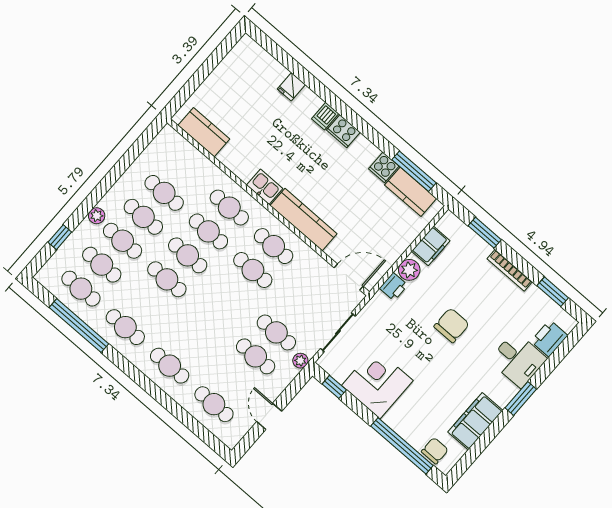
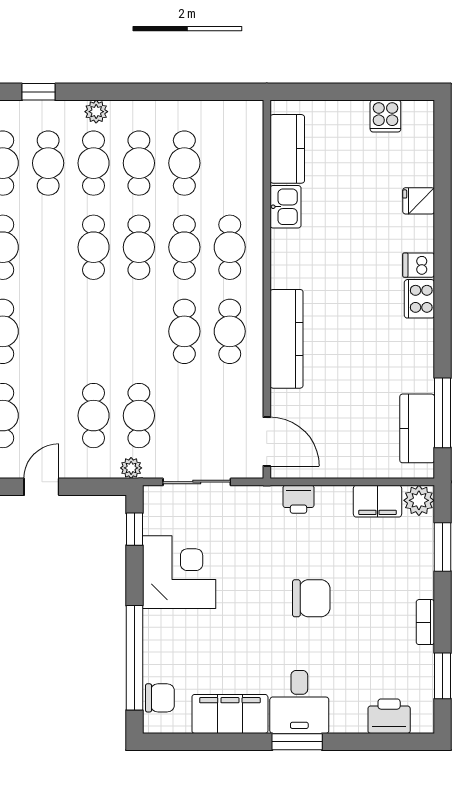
cooker: (384, 167) -> (385, 116), moved, turned -90
kitchen sink: (265, 187) -> (285, 207), moved
plant: (409, 270) -> (419, 500), moved
bookcase: (510, 270) -> (425, 622), width x0.64
desk: (518, 360) -> (299, 702), moved

